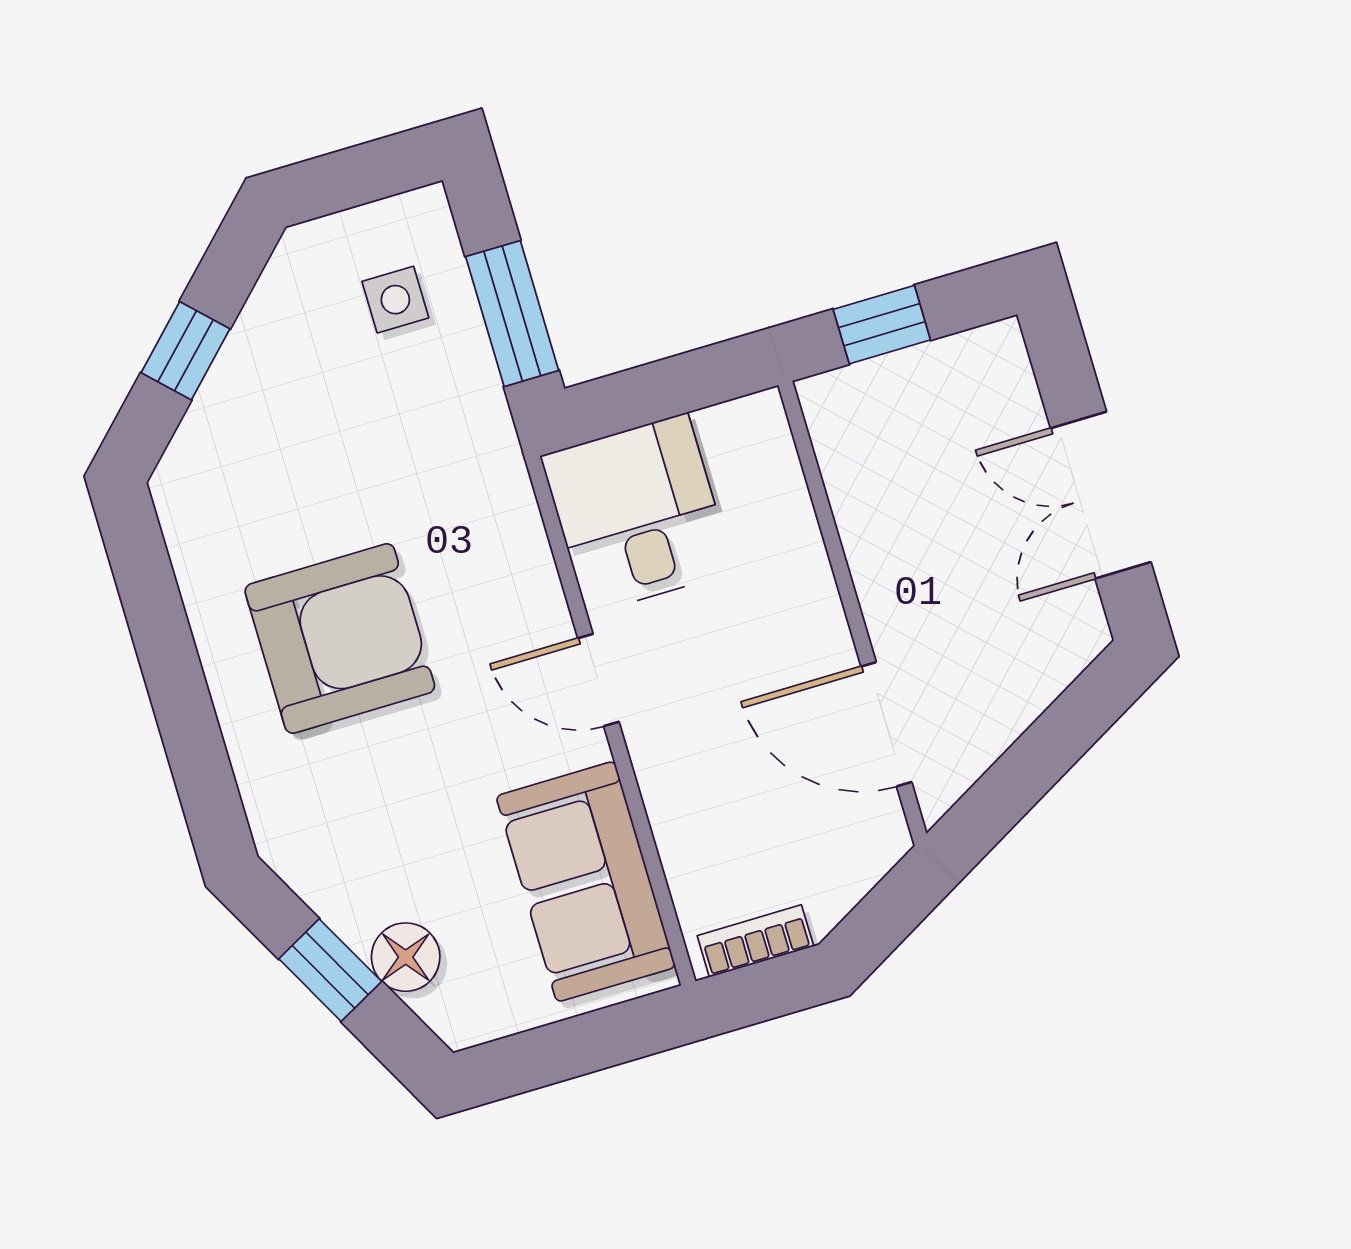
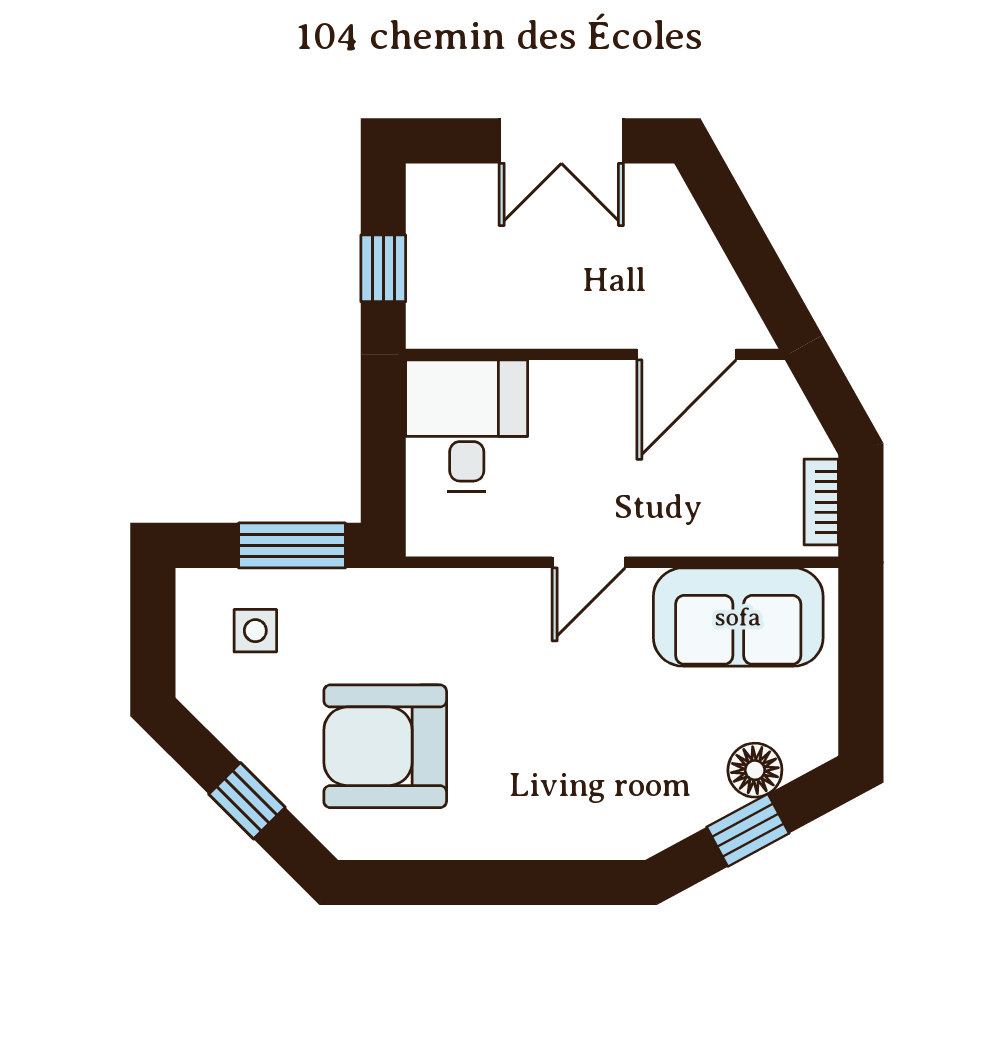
desk: (637, 514) -> (467, 426), moved, turned 90
armchair: (340, 638) -> (385, 746), moved, turned -90

